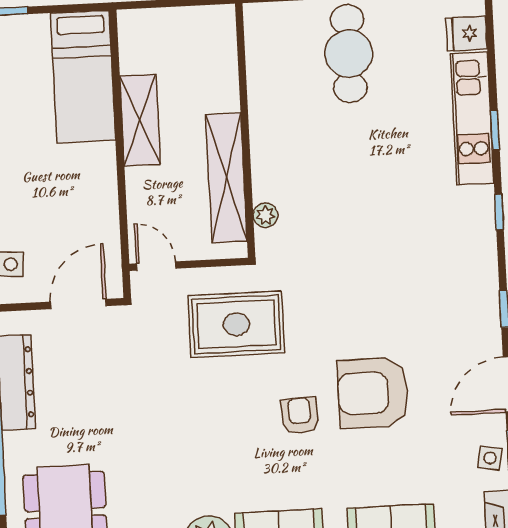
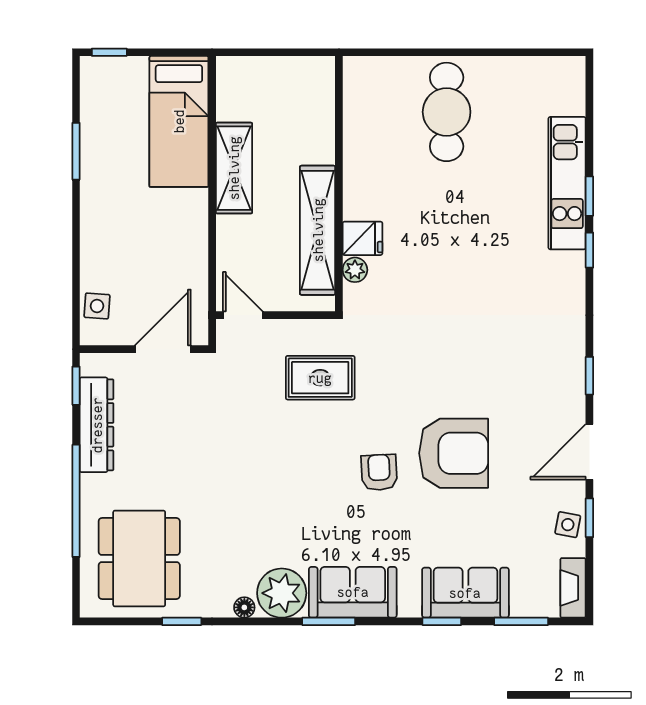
fridge: (467, 34) -> (362, 238), moved, turned 180
window: (499, 212) -> (589, 250), moved
rug: (236, 324) -> (320, 378), width x0.73, depth x0.70
armchair: (373, 393) -> (454, 453), turned 180

